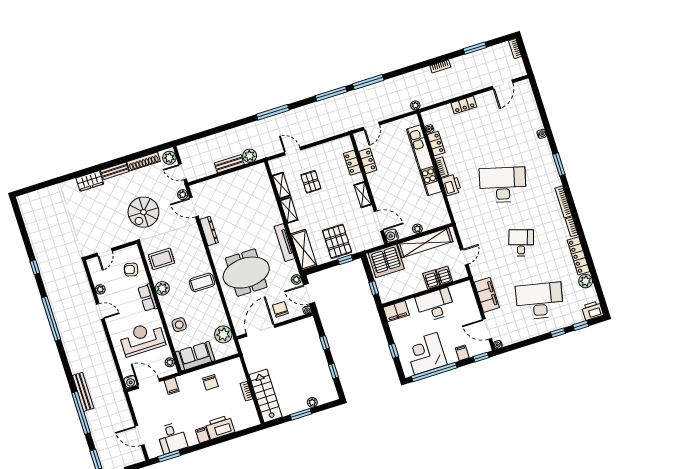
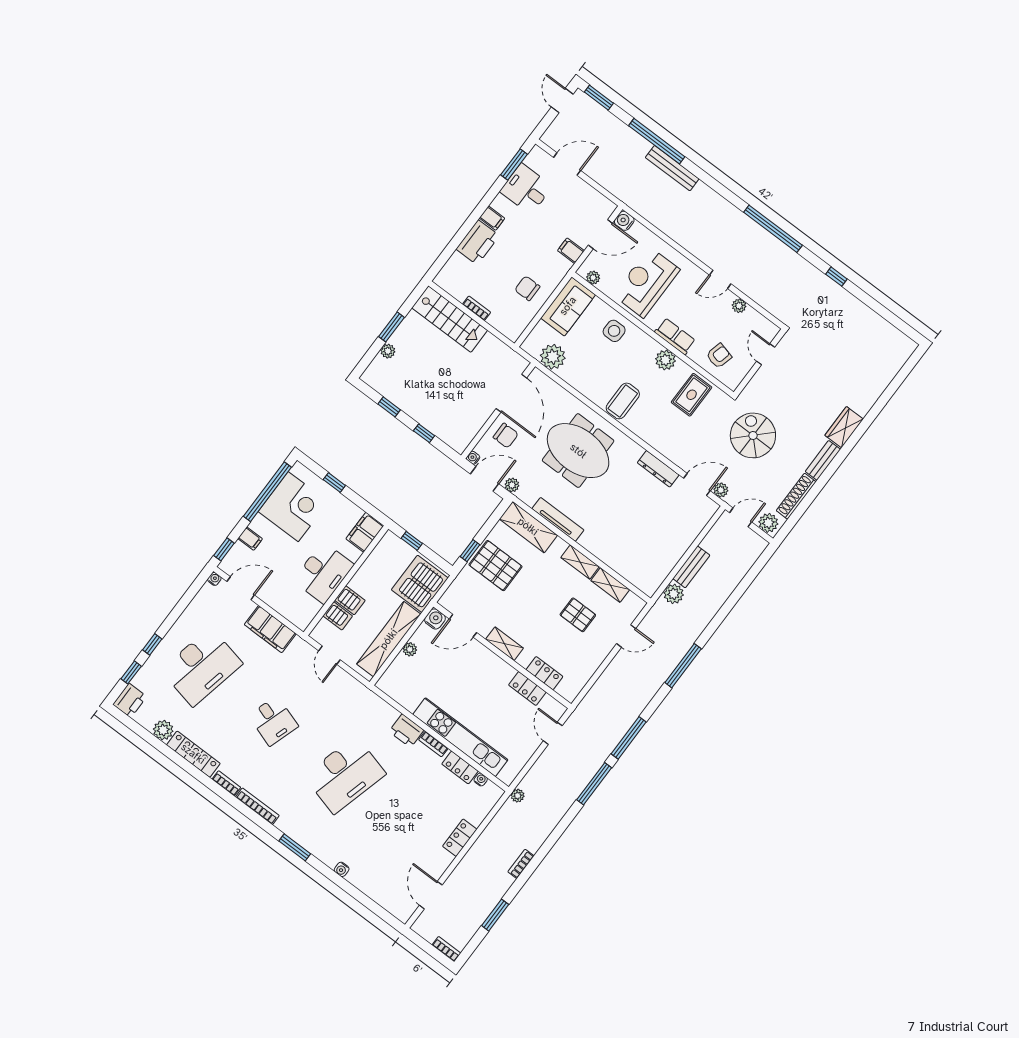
meeting table: (246, 273) -> (578, 451), turned 90
reception desk: (142, 339) -> (647, 282), turned 180

